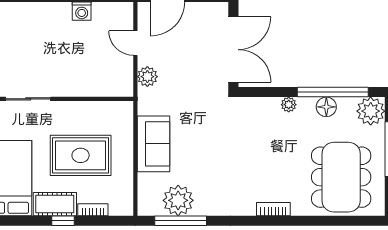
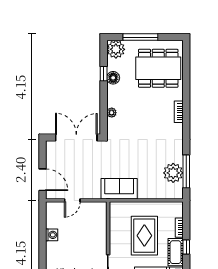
plant: (147, 77) -> (94, 193), removed
window: (333, 92) -> (104, 74), width x0.32
plant: (289, 105) -> (112, 113), moved
sofa: (153, 144) -> (119, 189), moved

